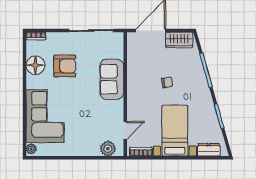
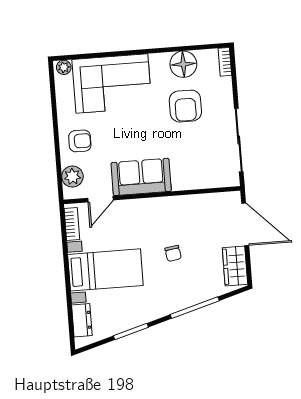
sofa: (112, 79) -> (141, 177), moved
door: (125, 130) -> (100, 199), hinge flipped
armchair: (83, 142) -> (80, 141), added

